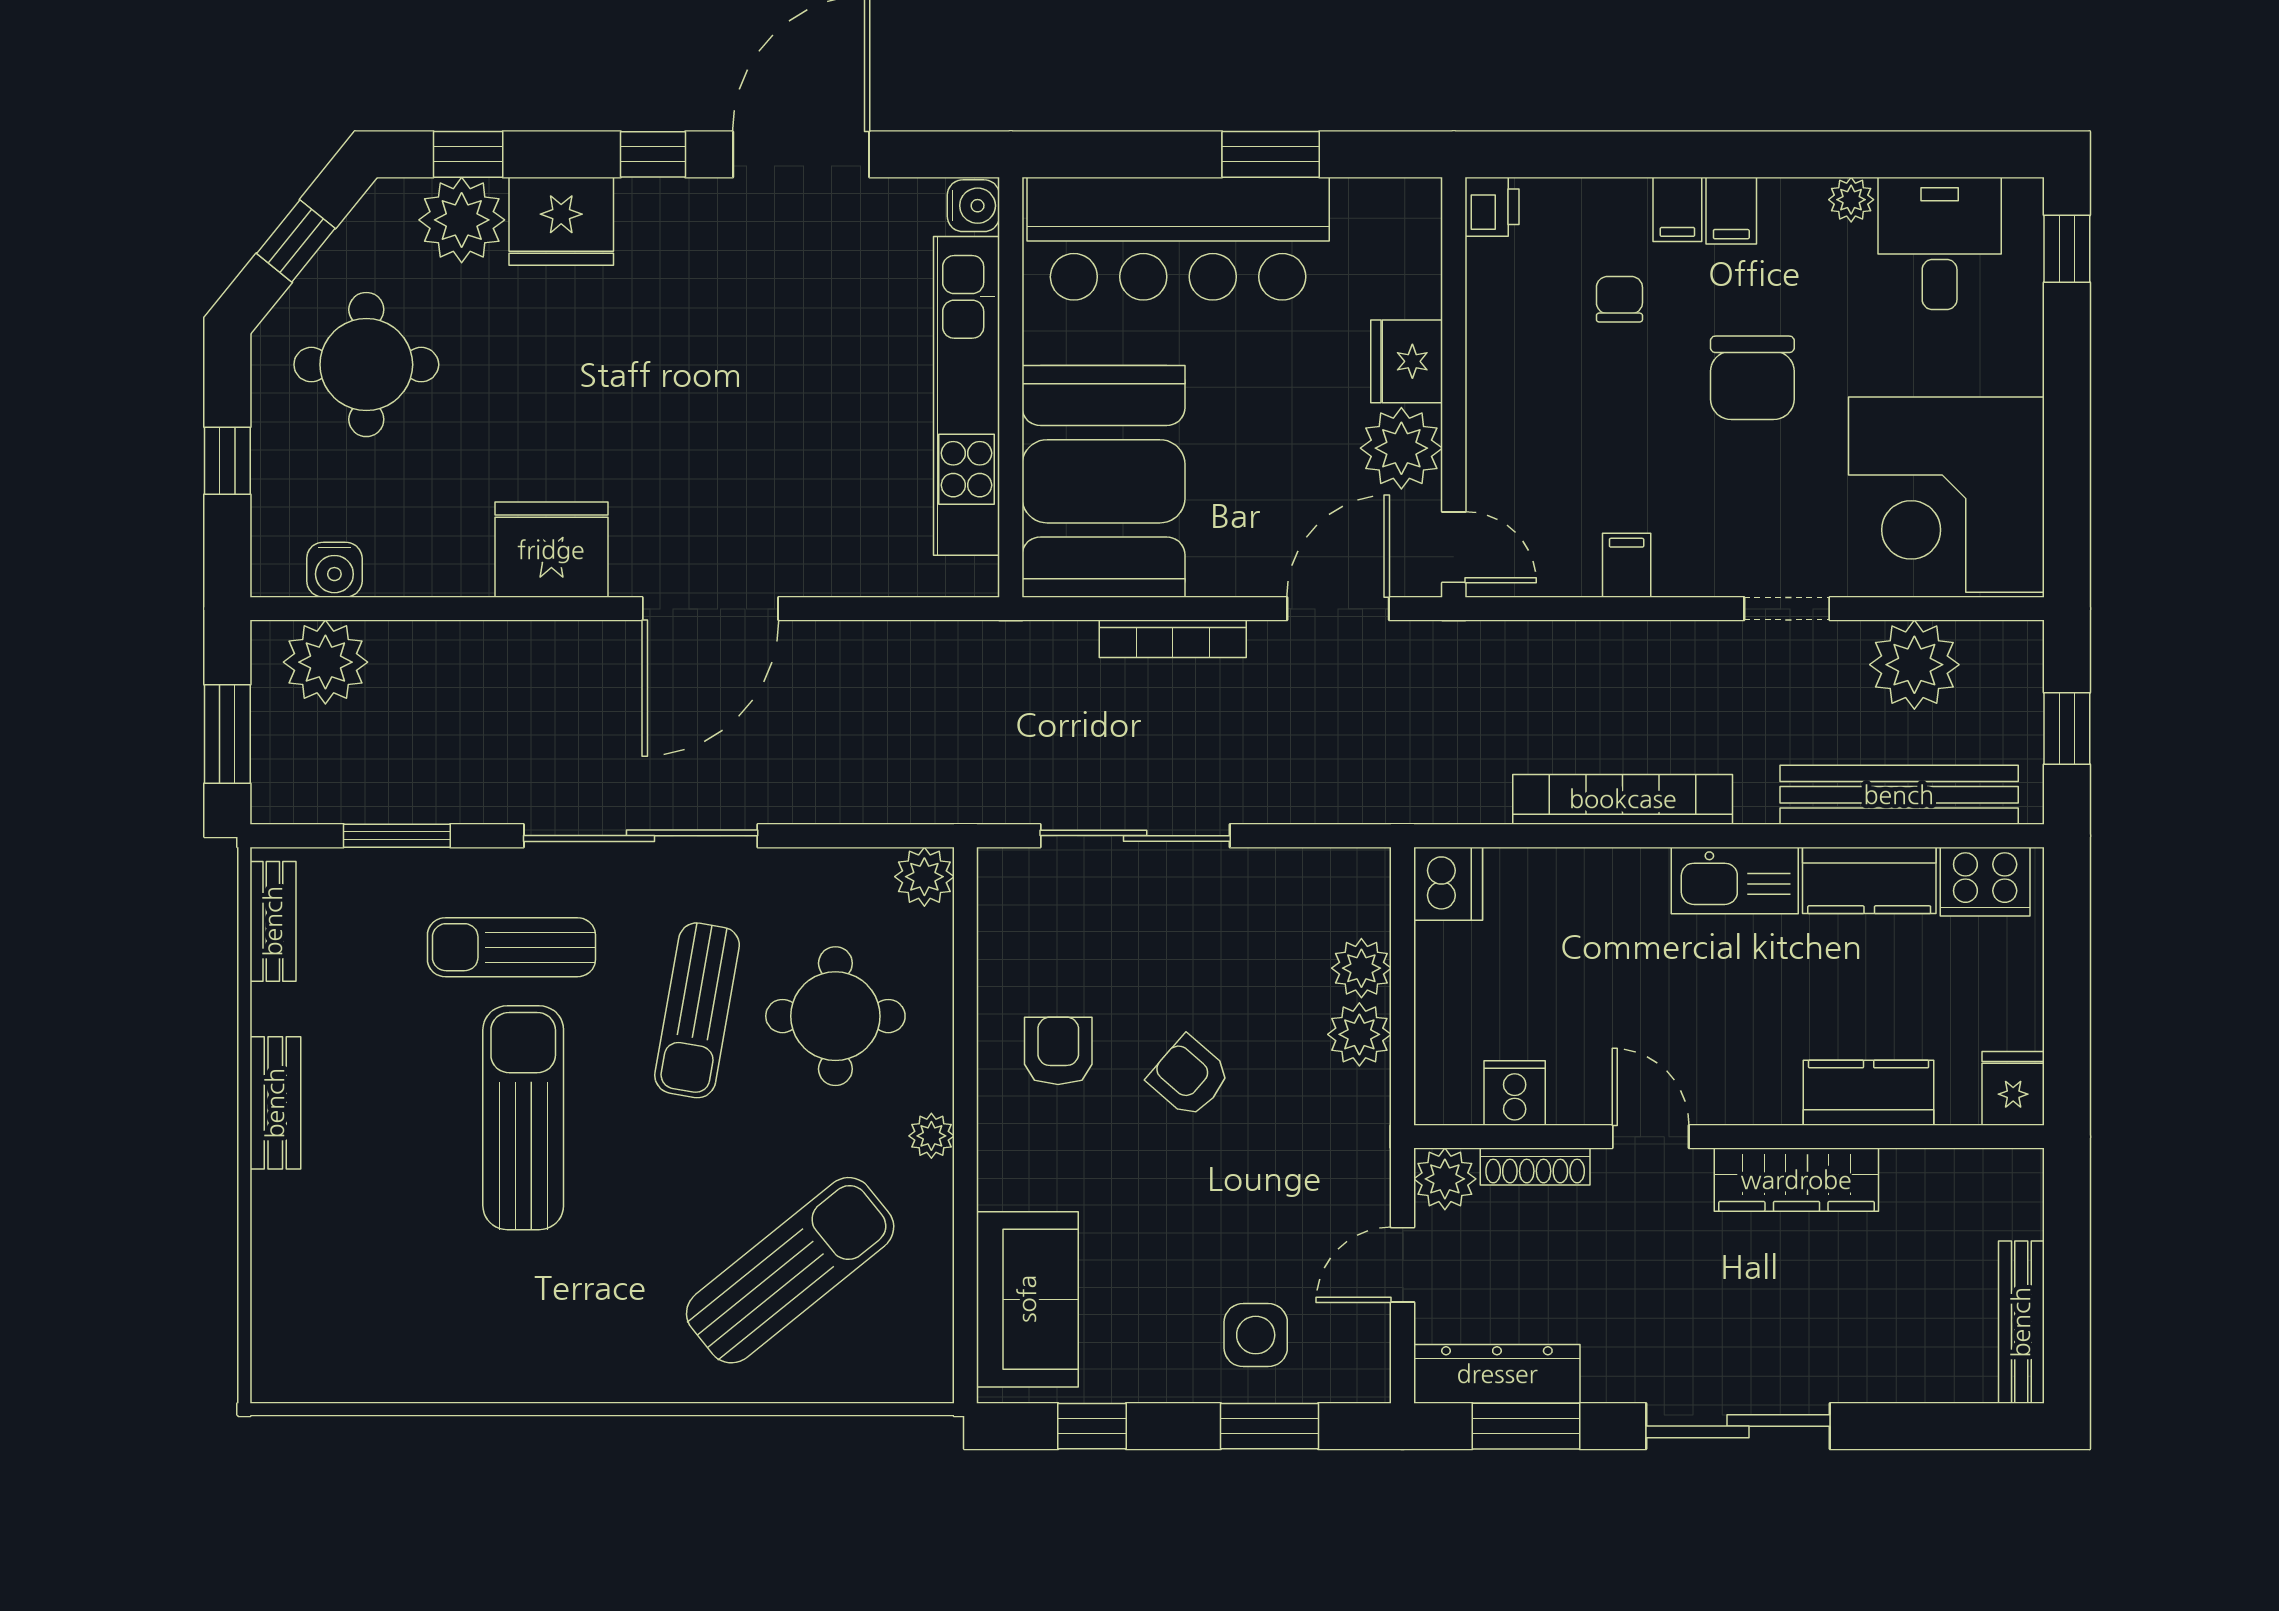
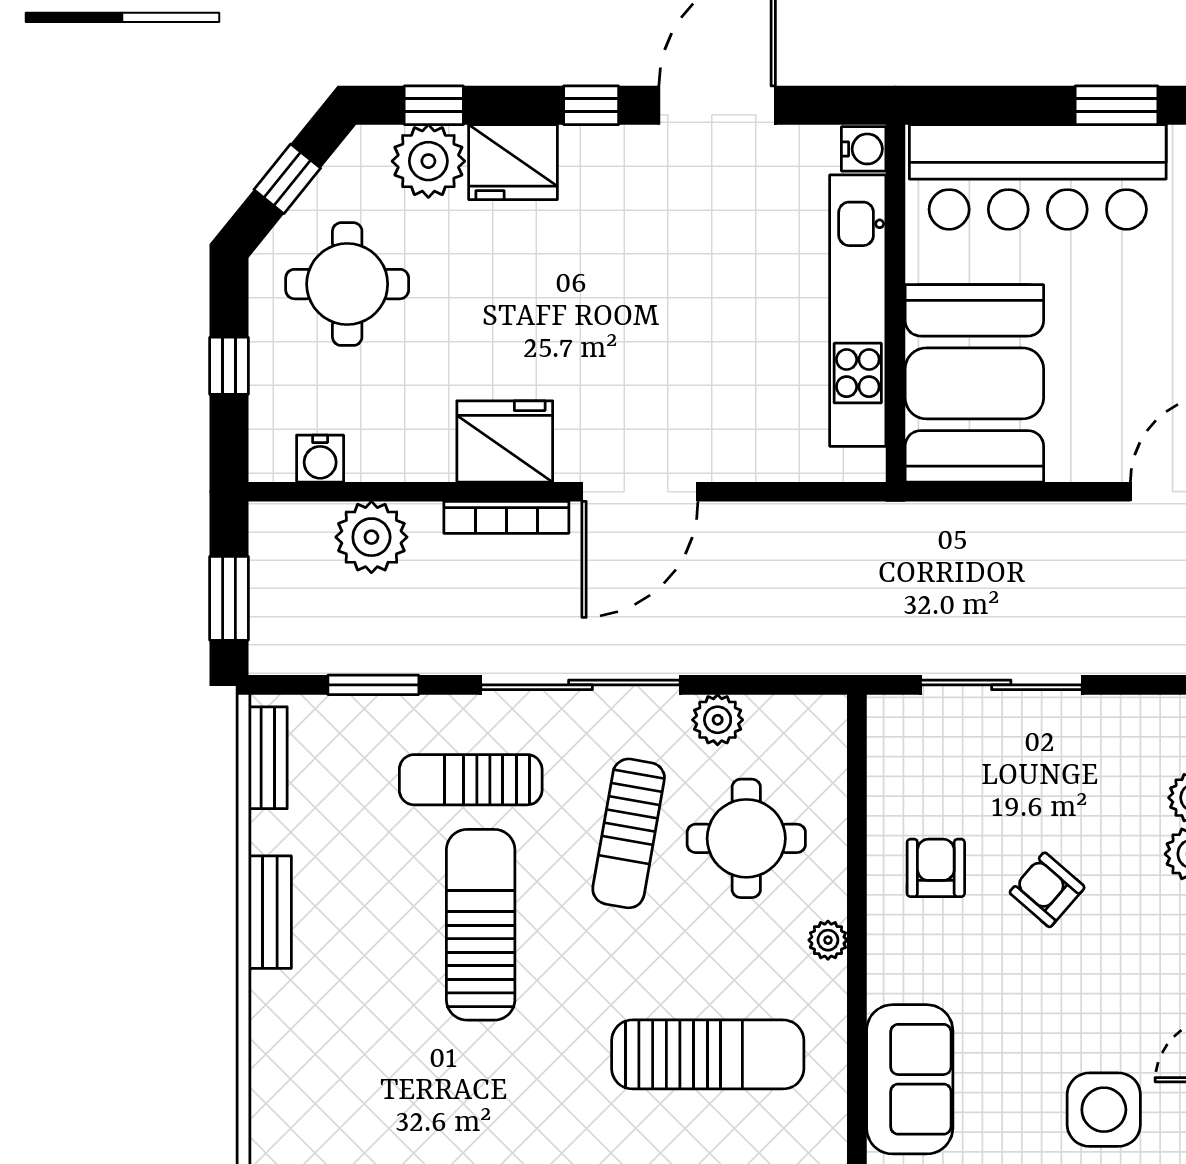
bookcase: (1173, 639) -> (506, 517), moved
plant: (325, 662) -> (371, 537), moved
plant: (924, 877) -> (718, 720), moved
sun lounger: (790, 1270) -> (708, 1054), turned 39
side table: (1256, 1335) -> (1104, 1110), width x1.37, depth x1.37

